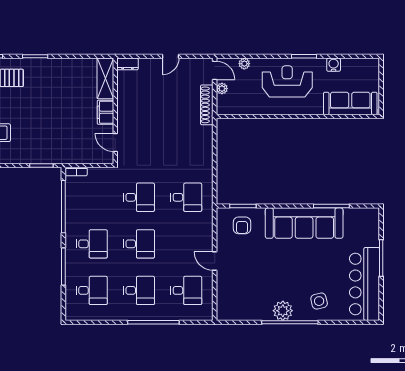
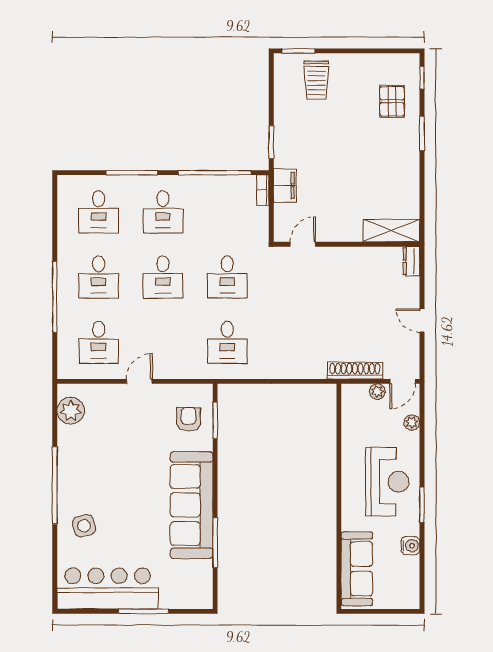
filing cabinet: (105, 112) -> (285, 185), moved, turned 90
armchair: (242, 225) -> (188, 419), turned 90
plant: (283, 311) -> (71, 411), moved

